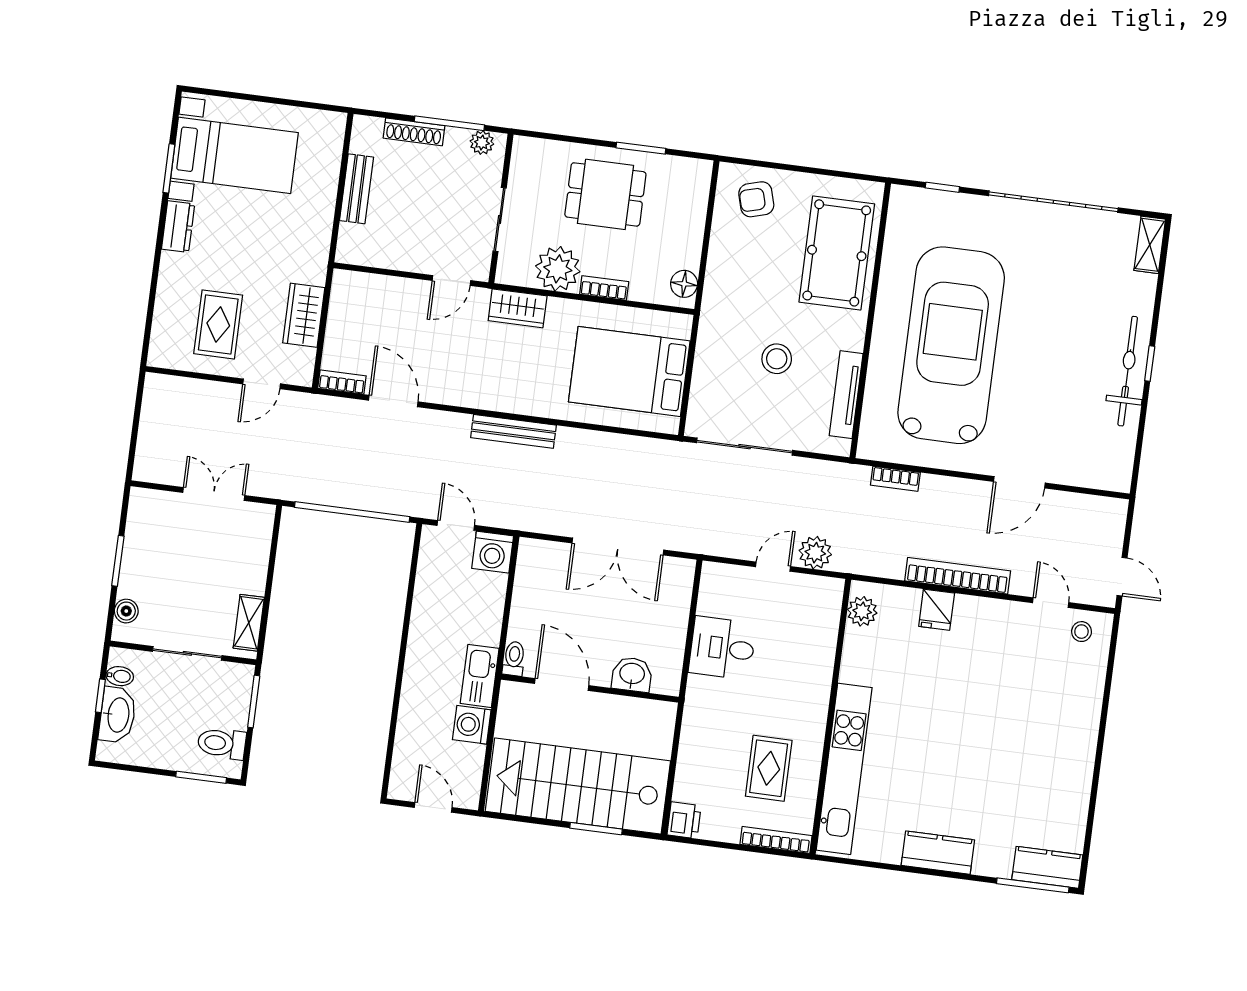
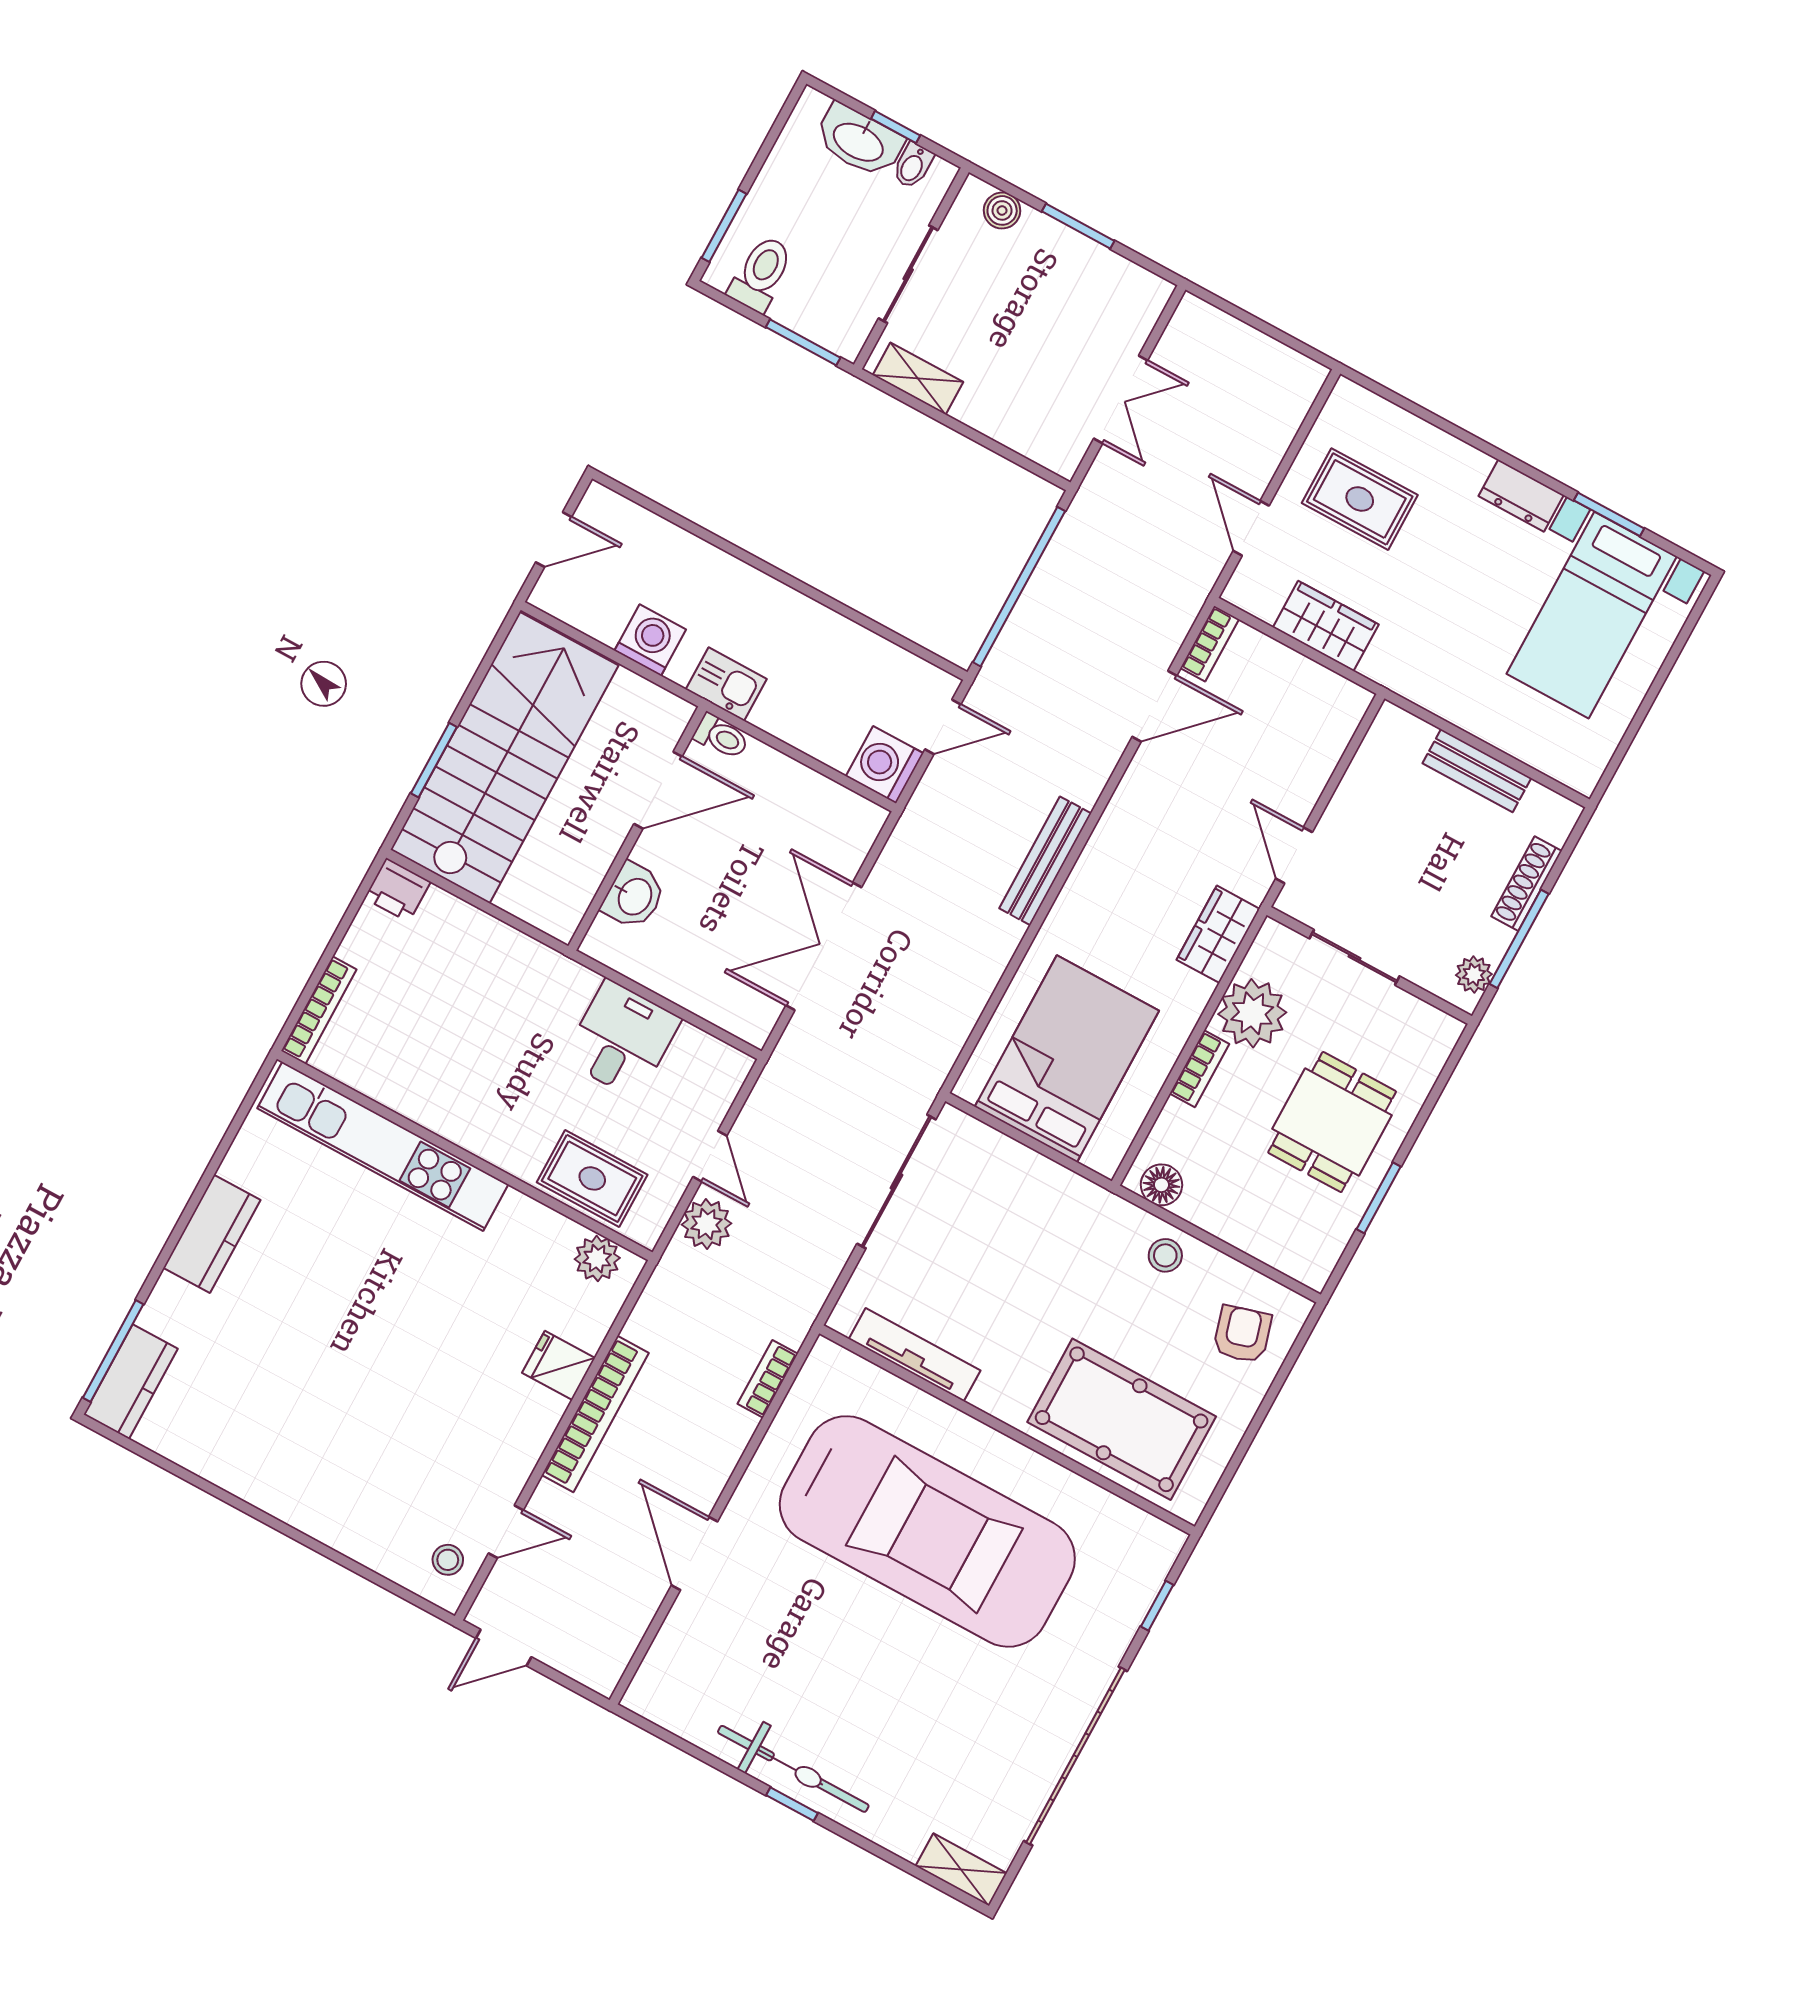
stool: (777, 359) -> (1165, 1255), moved, width x0.73, depth x0.73
kitchen sink: (480, 676) -> (726, 684), width x0.73
rug: (769, 768) -> (592, 1178), moved

